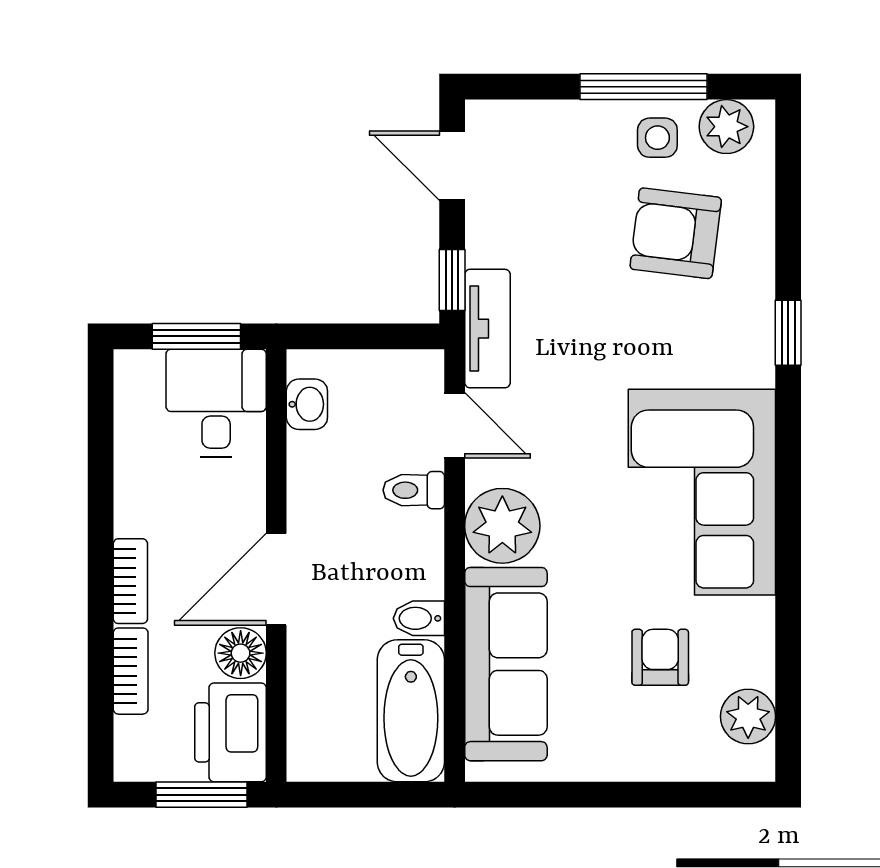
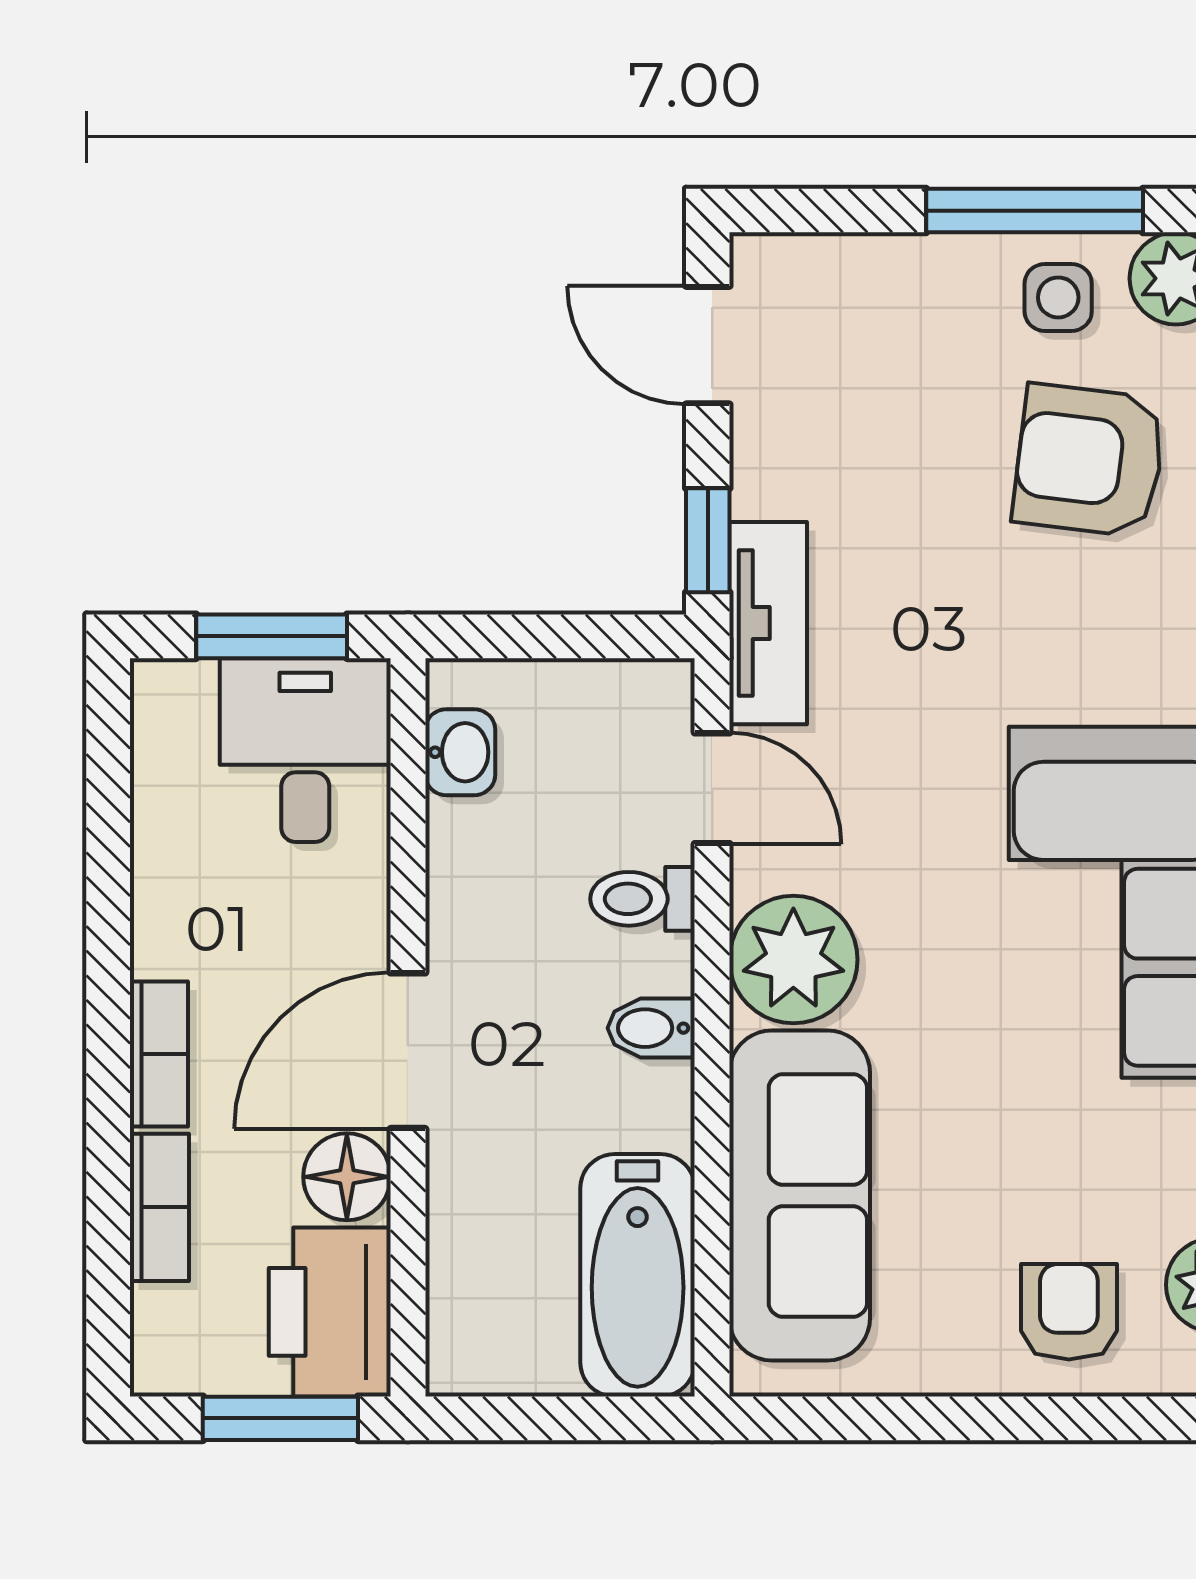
bidet: (419, 618) -> (651, 1028), moved
armchair: (660, 657) -> (1069, 1312), moved

